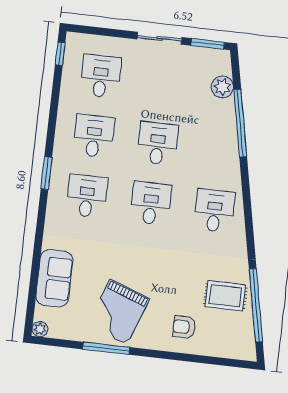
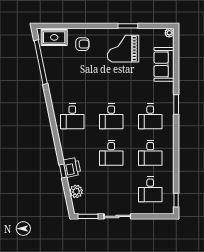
window: (240, 123) -> (63, 171), width x0.32
printer: (225, 127) -> (72, 167), added
window: (46, 173) -> (176, 105), moved
rug: (225, 296) -> (54, 37), moved
grand piano: (118, 312) -> (123, 49), turned -110
window: (106, 348) -> (128, 26), width x0.69

